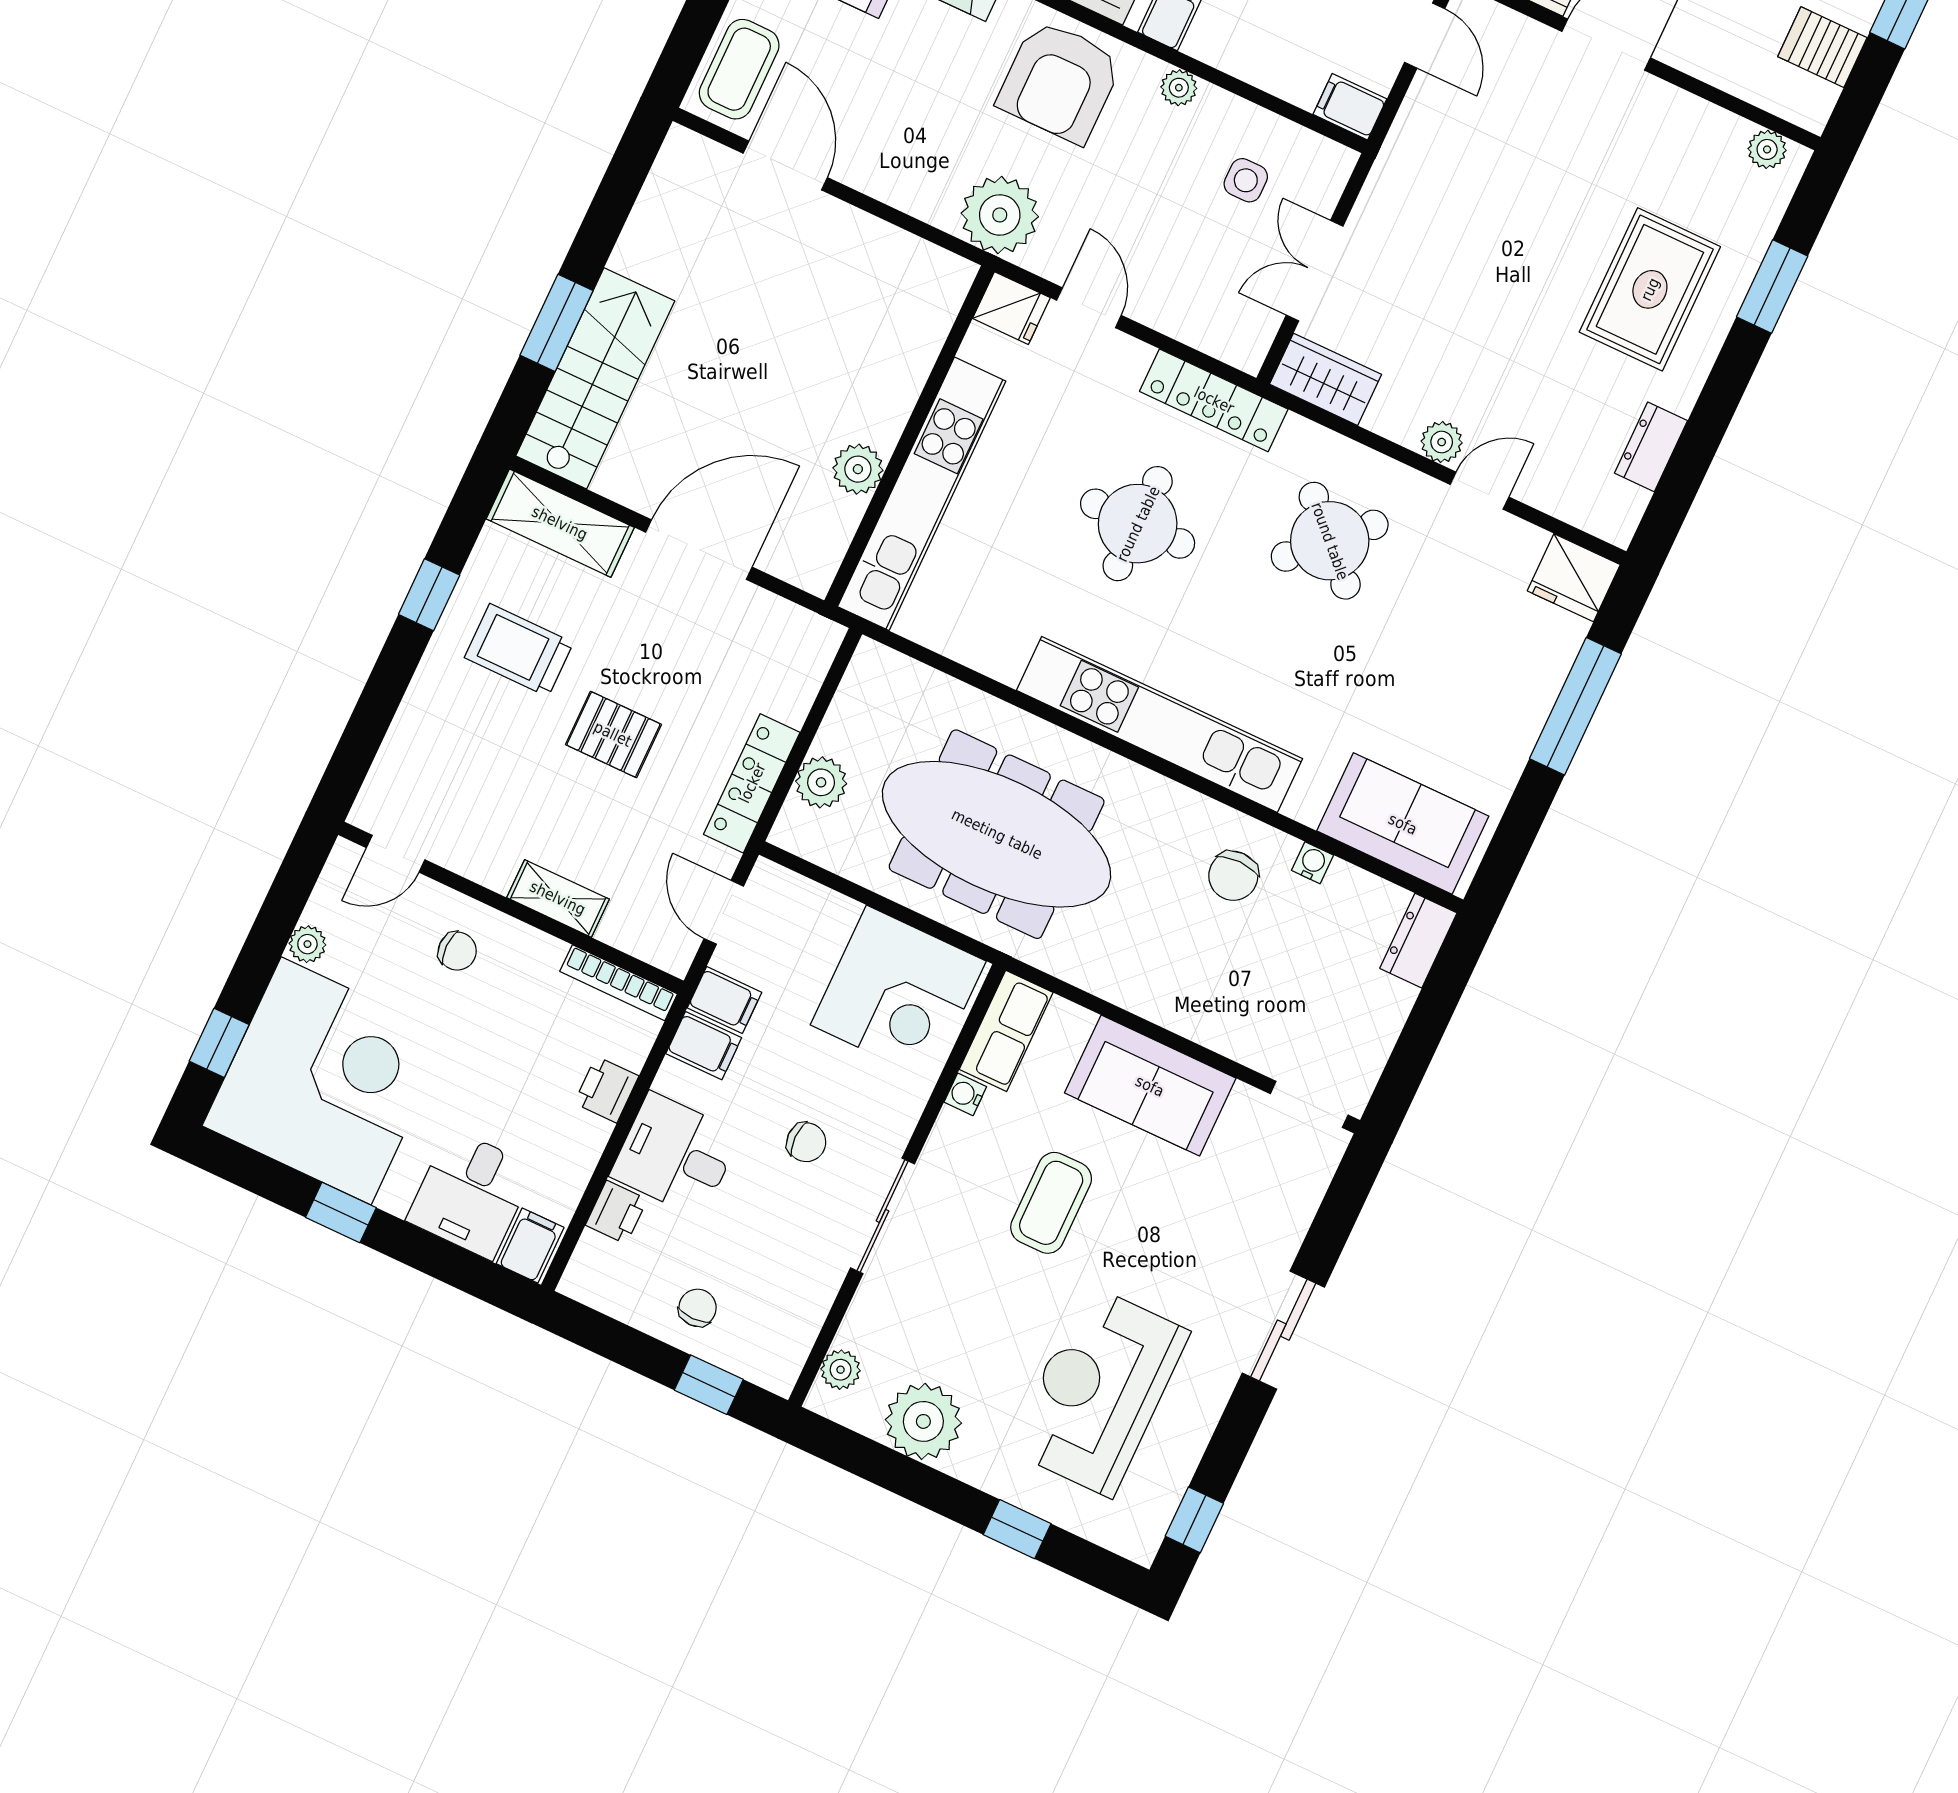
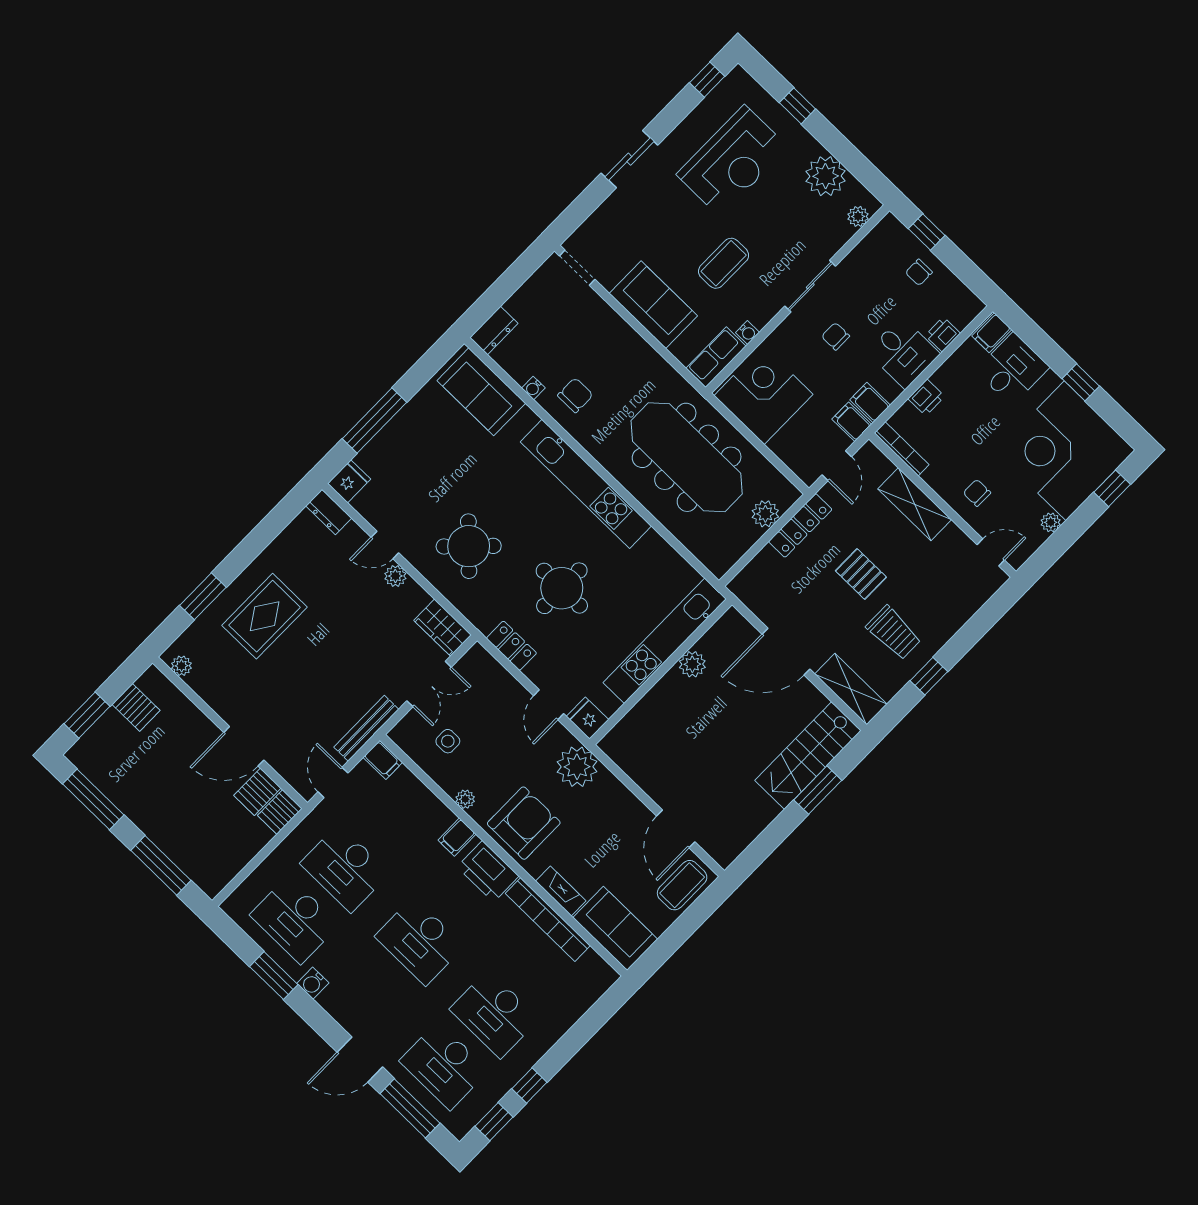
bench: (1399, 153) -> (366, 728), added
locker: (1214, 400) -> (511, 646), width x0.66
dresser: (1651, 447) -> (329, 512), moved, turned 90
fridge: (1574, 578) -> (349, 481), width x0.72
shelving: (558, 898) -> (915, 504), width x1.50, depth x1.33

